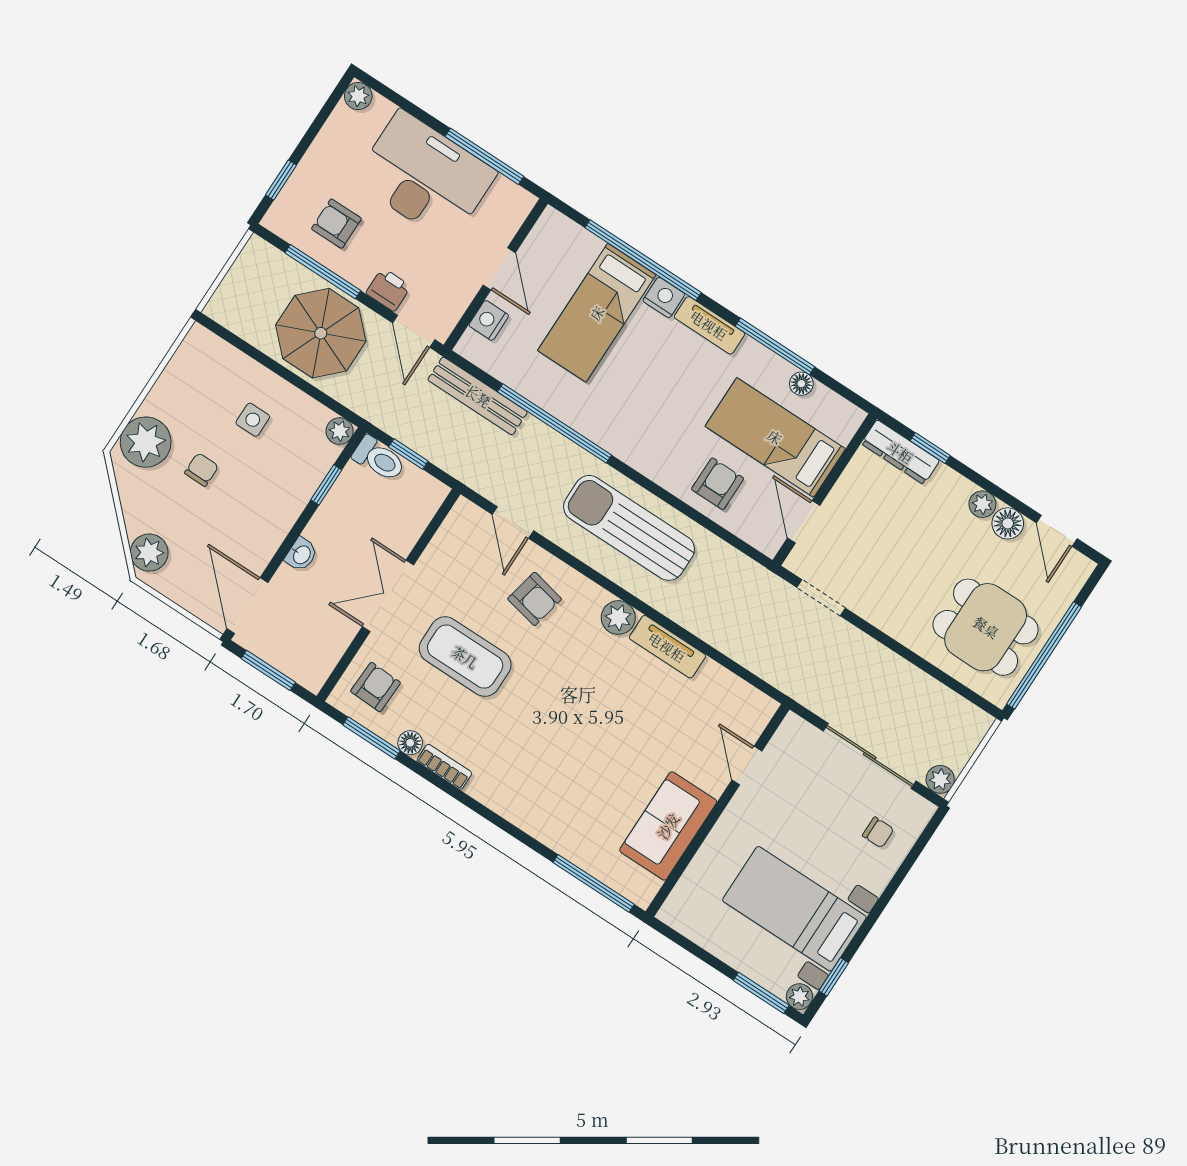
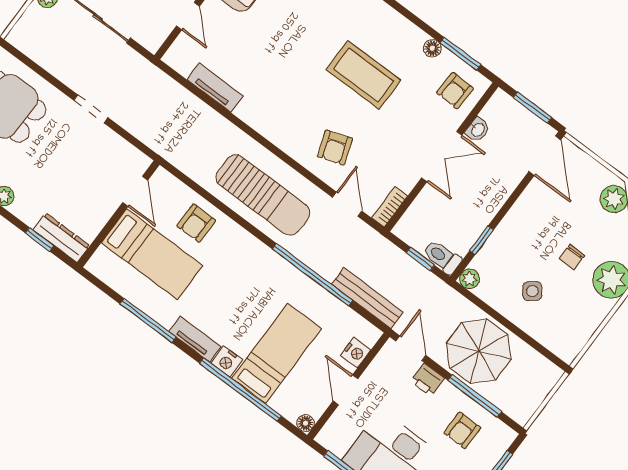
armchair: (336, 224) -> (462, 430), turned 90
floor lamp: (801, 384) -> (305, 423), moved
side table: (253, 420) -> (532, 291), turned -38
washbasin: (301, 554) -> (478, 130), moved, turned 180
doorway: (821, 598) -> (91, 109), moved
armchair: (535, 599) -> (335, 147), turned -121
plant: (618, 618) -> (275, 130), removed
tv unit: (667, 647) -> (215, 88), moved
coffee table: (465, 657) -> (363, 75), moved
bookcase: (444, 767) -> (390, 207), moved, turned 90

